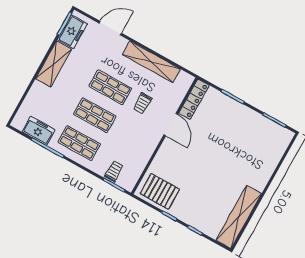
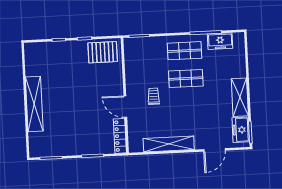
shop shelf: (110, 87) -> (187, 106), removed
trolley: (142, 103) -> (154, 96), moved
trolley: (114, 171) -> (146, 46), removed
shelving: (239, 217) -> (34, 104), moved

